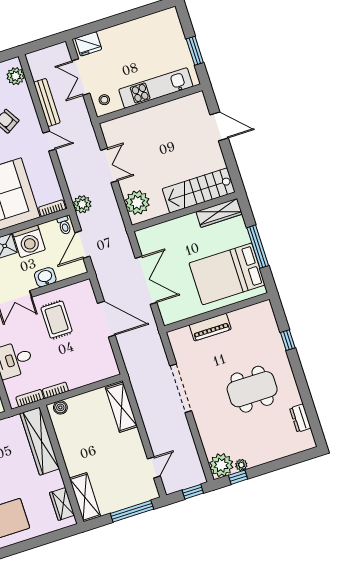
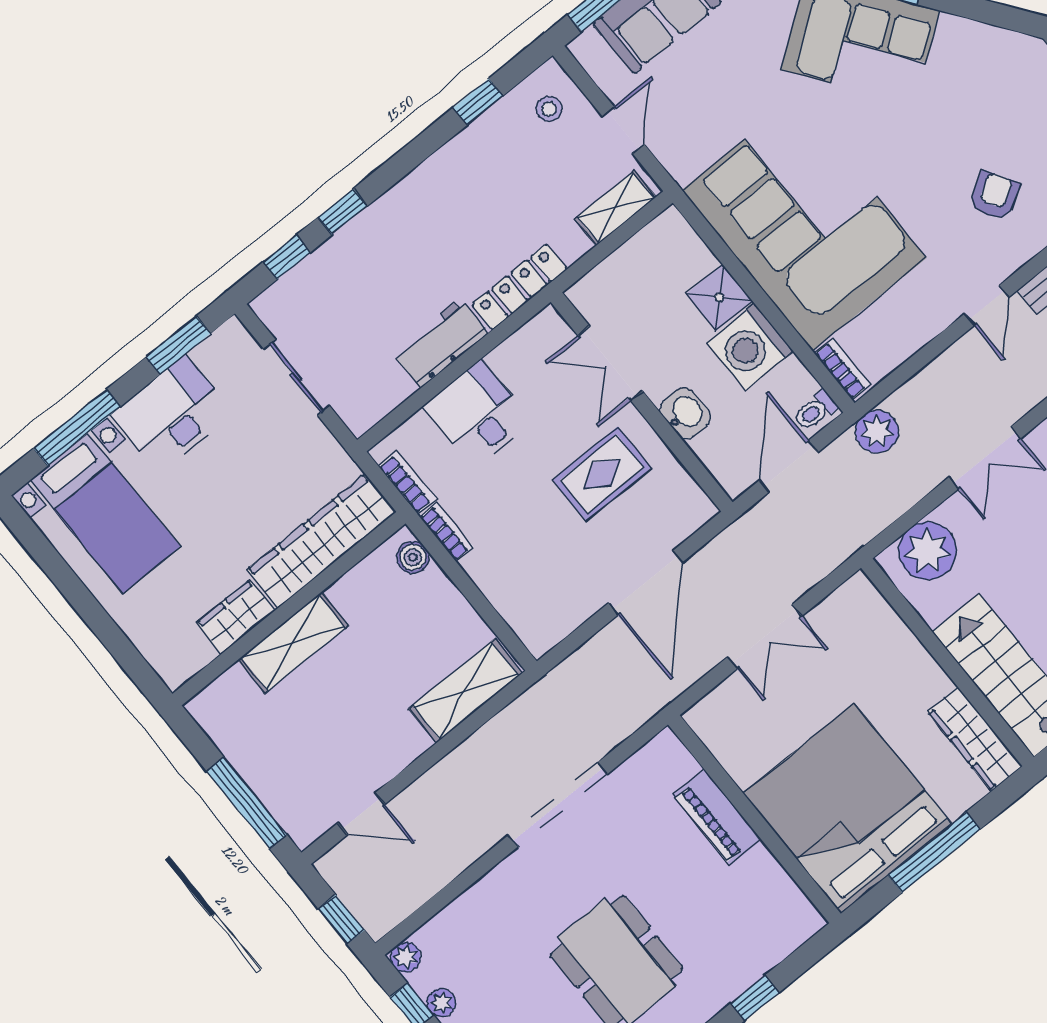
door: (82, 245) -> (789, 466), hinge flipped
bed: (227, 274) -> (848, 808), width x1.36
double door: (146, 280) -> (765, 637), width x0.73
plant: (221, 465) -> (406, 957), width x0.53, depth x0.53
shelving: (85, 497) -> (293, 643), moved
wardrobe: (62, 504) -> (236, 617), moved

